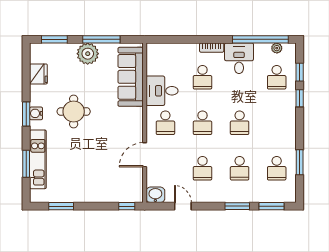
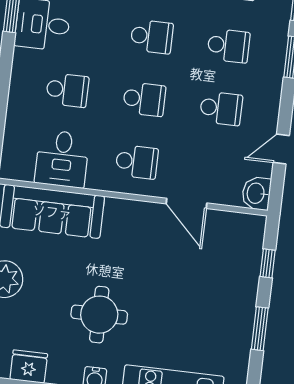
bookcase: (212, 48) -> (19, 69), removed
desk: (162, 91) -> (62, 159), moved
window: (61, 206) -> (260, 329), moved
window: (127, 206) -> (268, 263), moved

